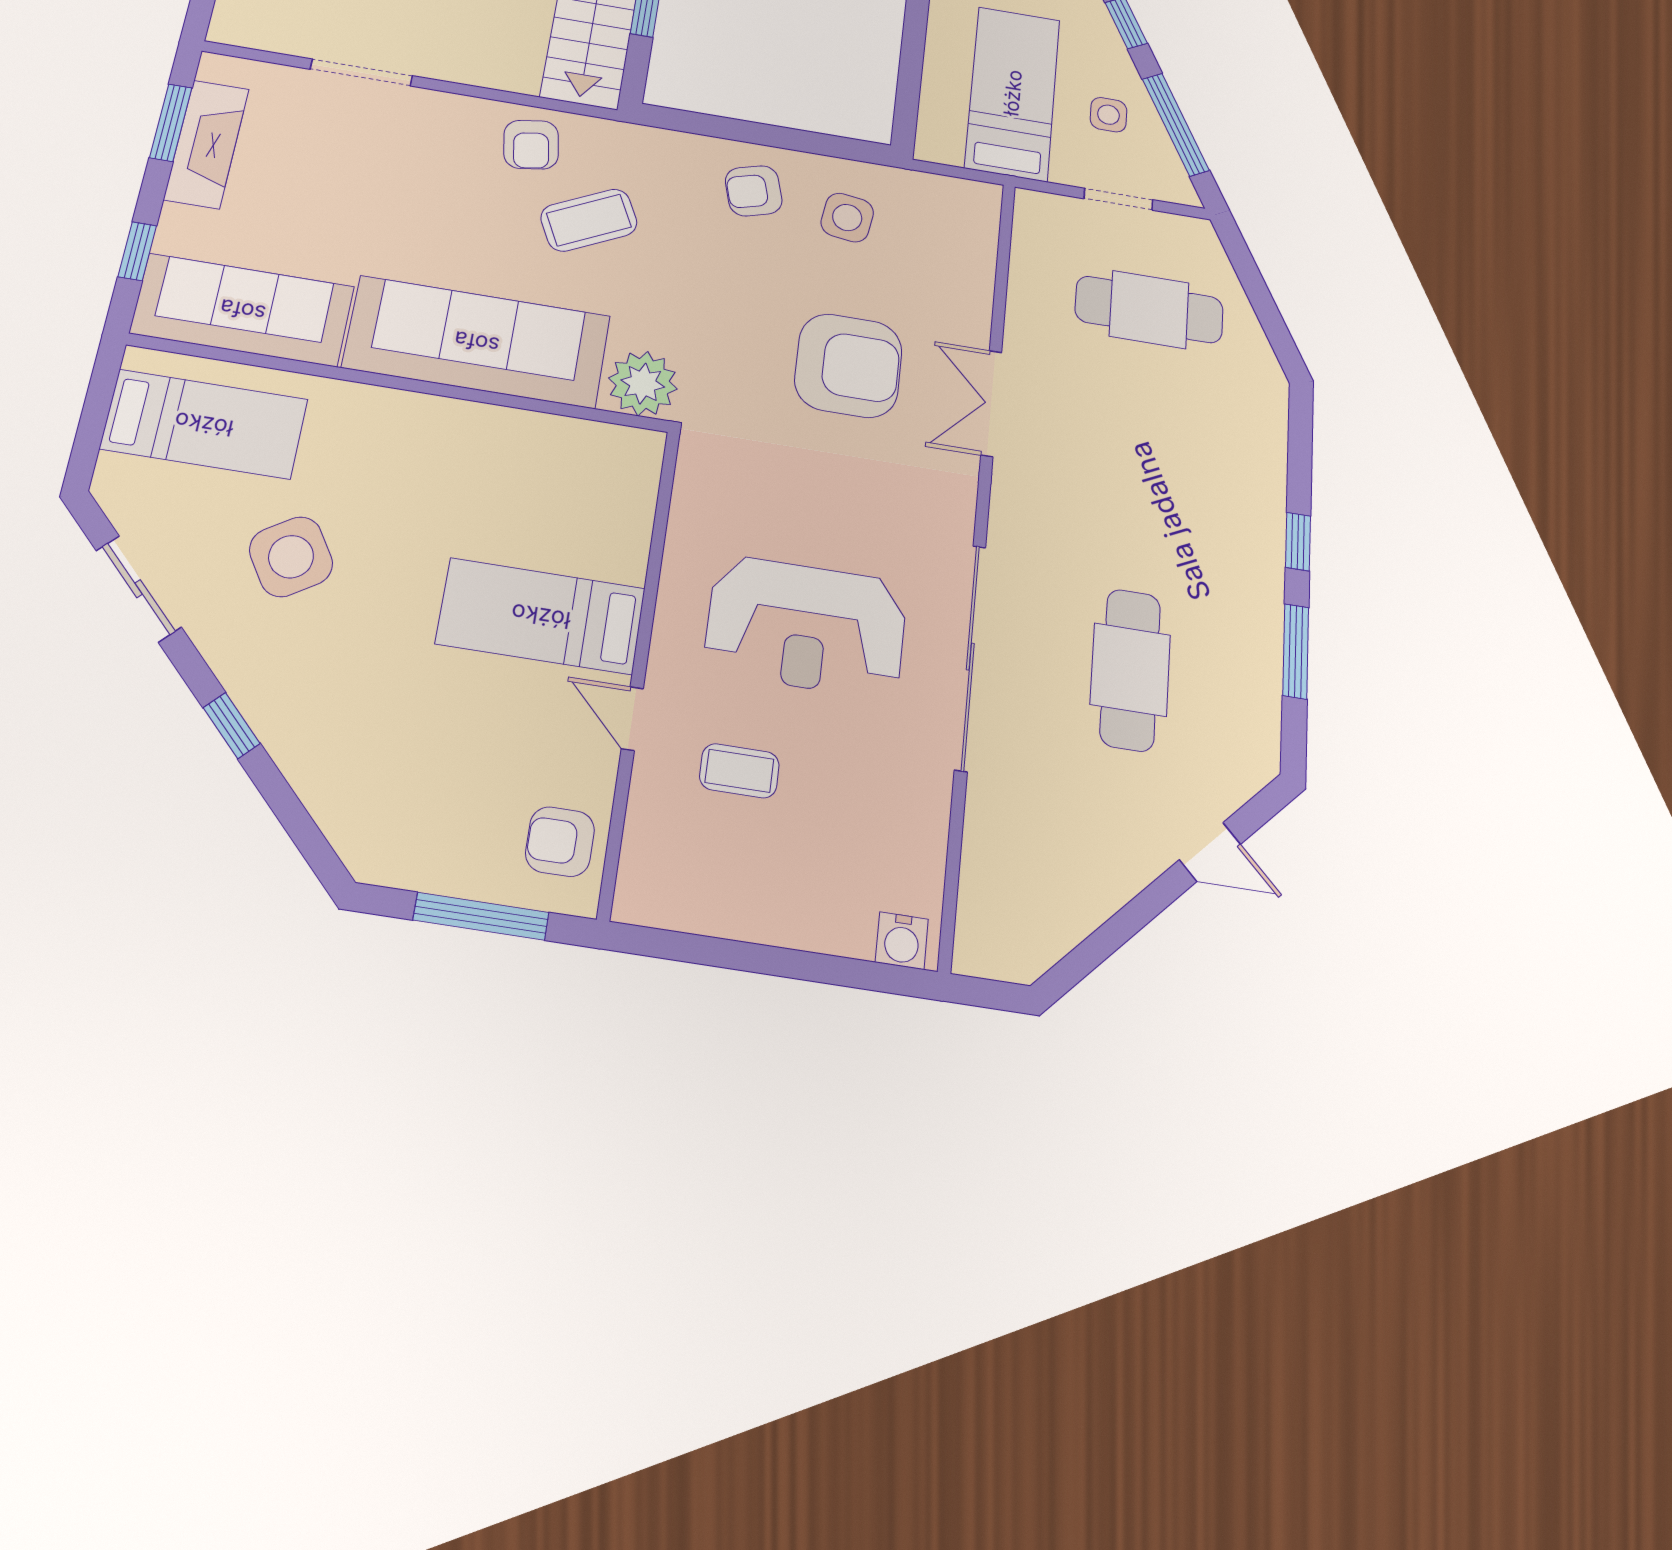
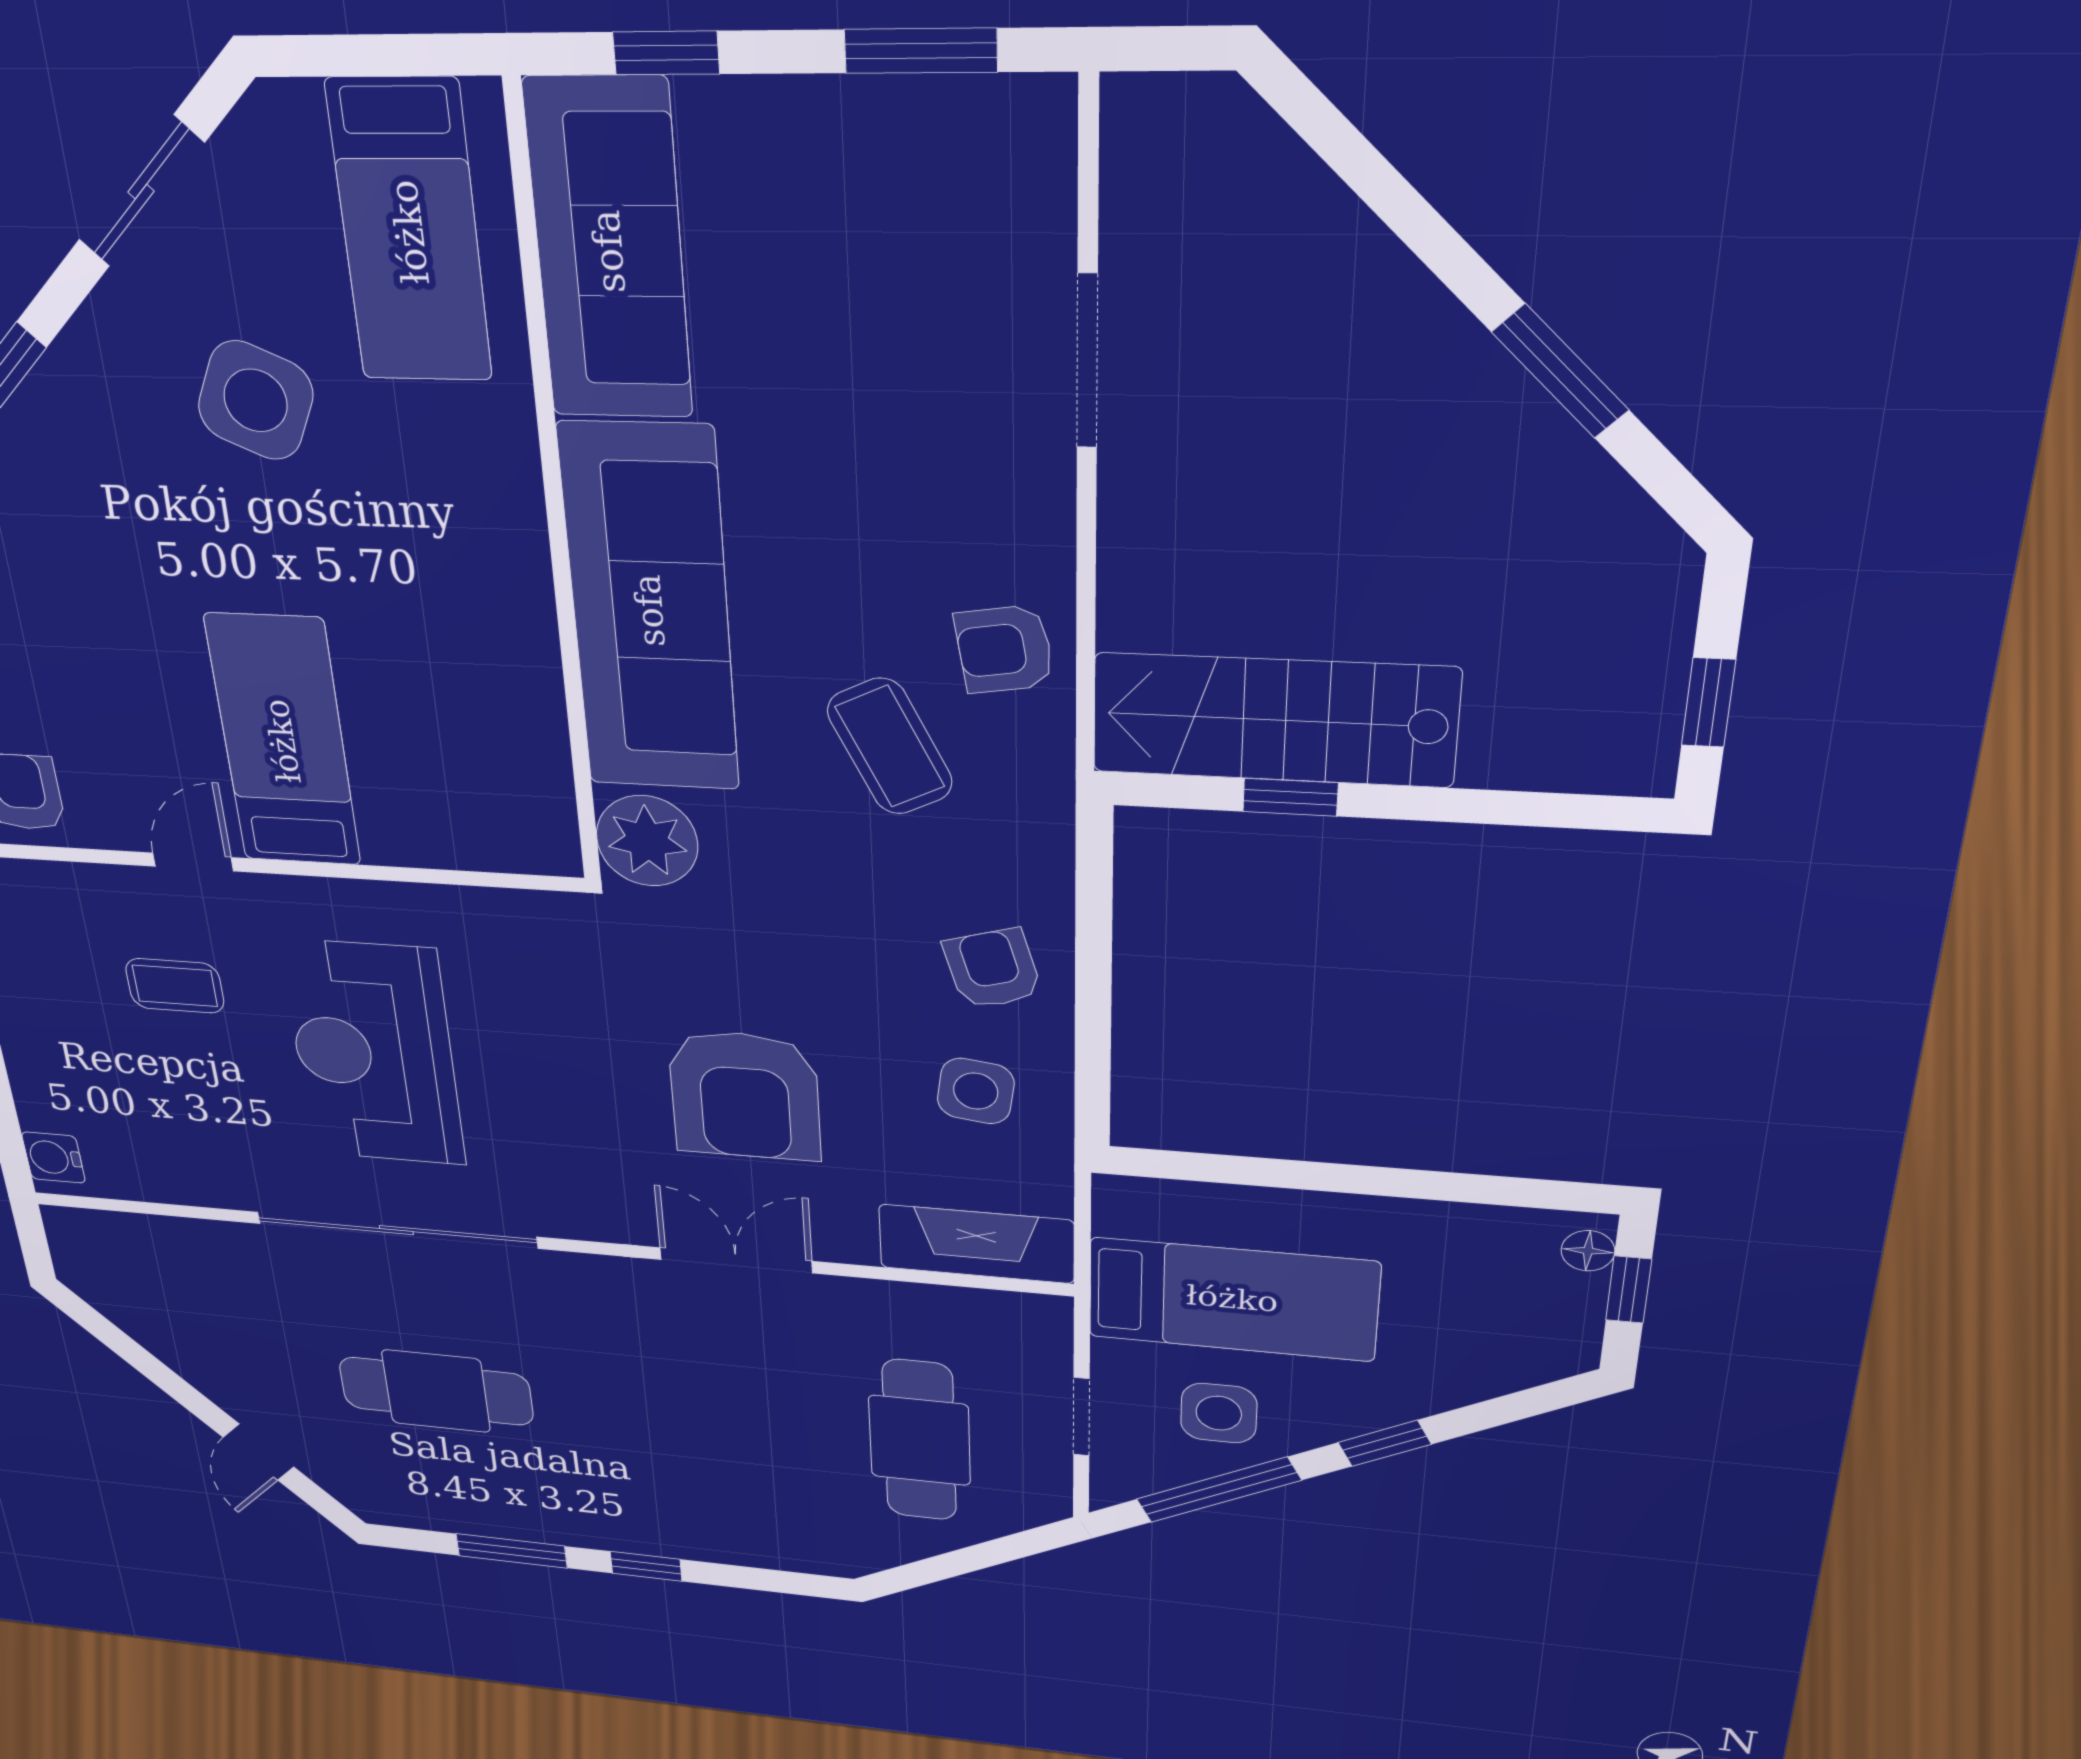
side table: (1108, 115) -> (1219, 1413), width x1.37, depth x1.37
fireplace: (206, 144) -> (976, 1244), moved, turned 180
side table: (291, 557) -> (256, 400), turned -34
coffee table: (739, 771) -> (175, 986), turned 90

